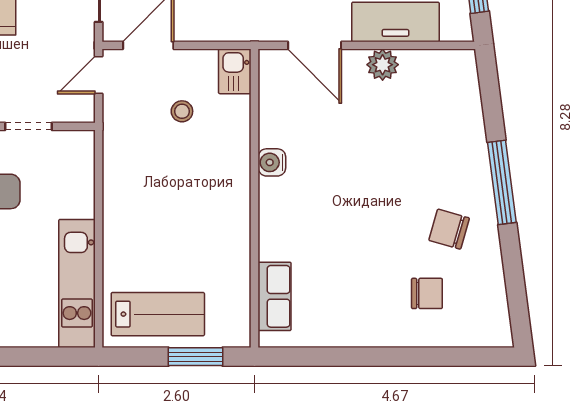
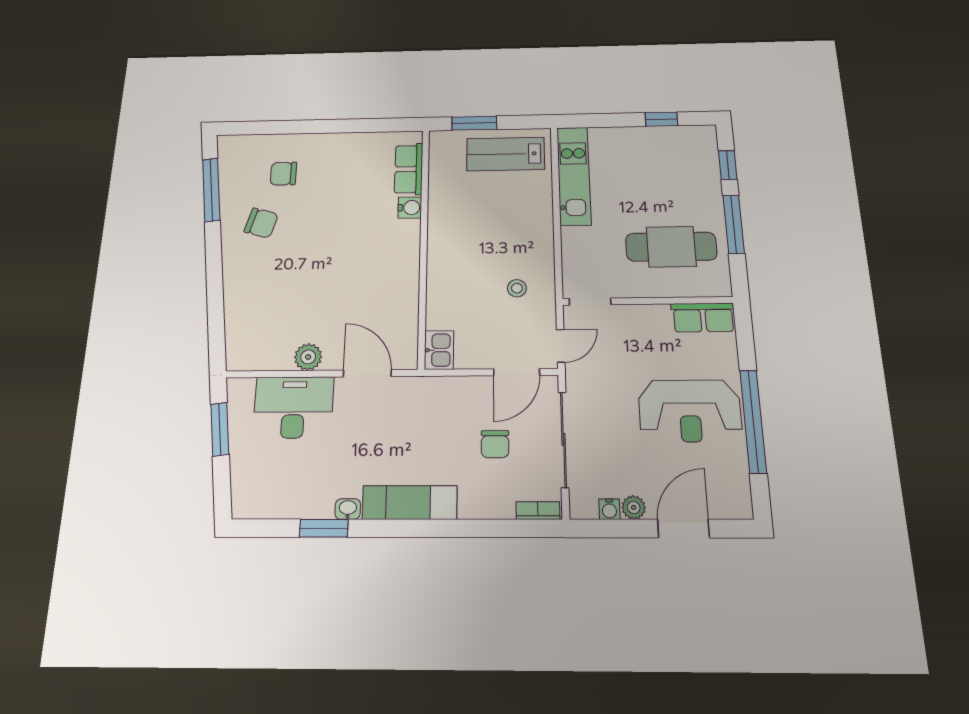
stool: (182, 111) -> (517, 288), moved
doorway: (29, 126) -> (590, 302), moved
water cooler: (272, 162) -> (410, 208), moved
window: (502, 182) -> (211, 190), moved

